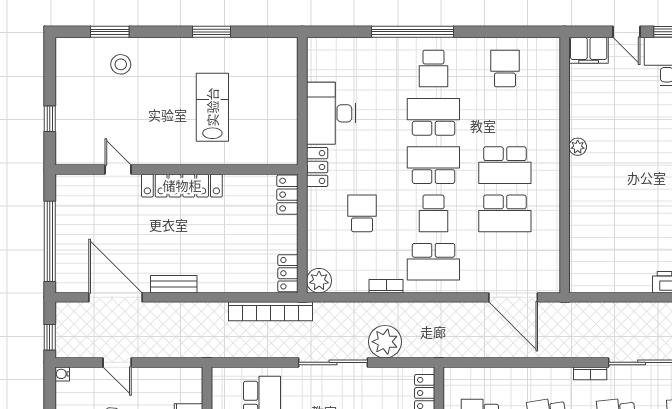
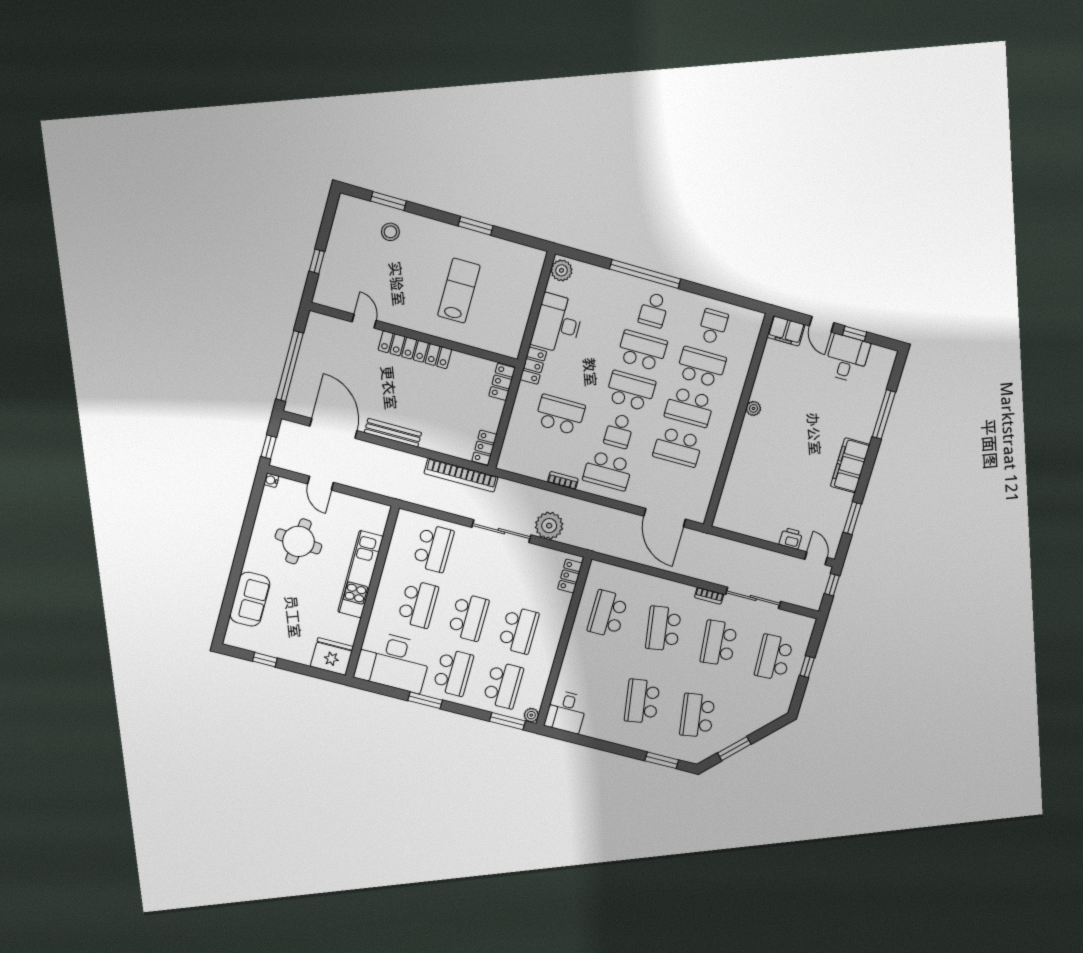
school desk: (505, 117) -> (701, 367), added
school desk: (362, 213) -> (560, 415), width x1.85
plant: (319, 281) -> (561, 270), moved
bench: (174, 284) -> (393, 433), width x1.36

